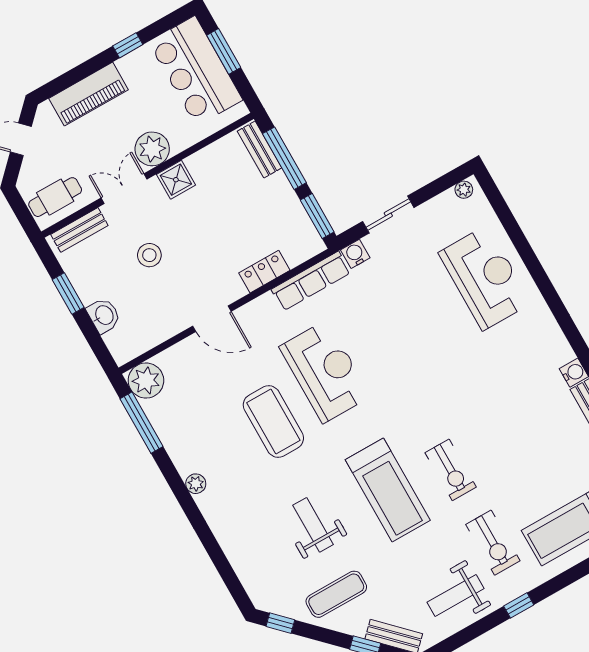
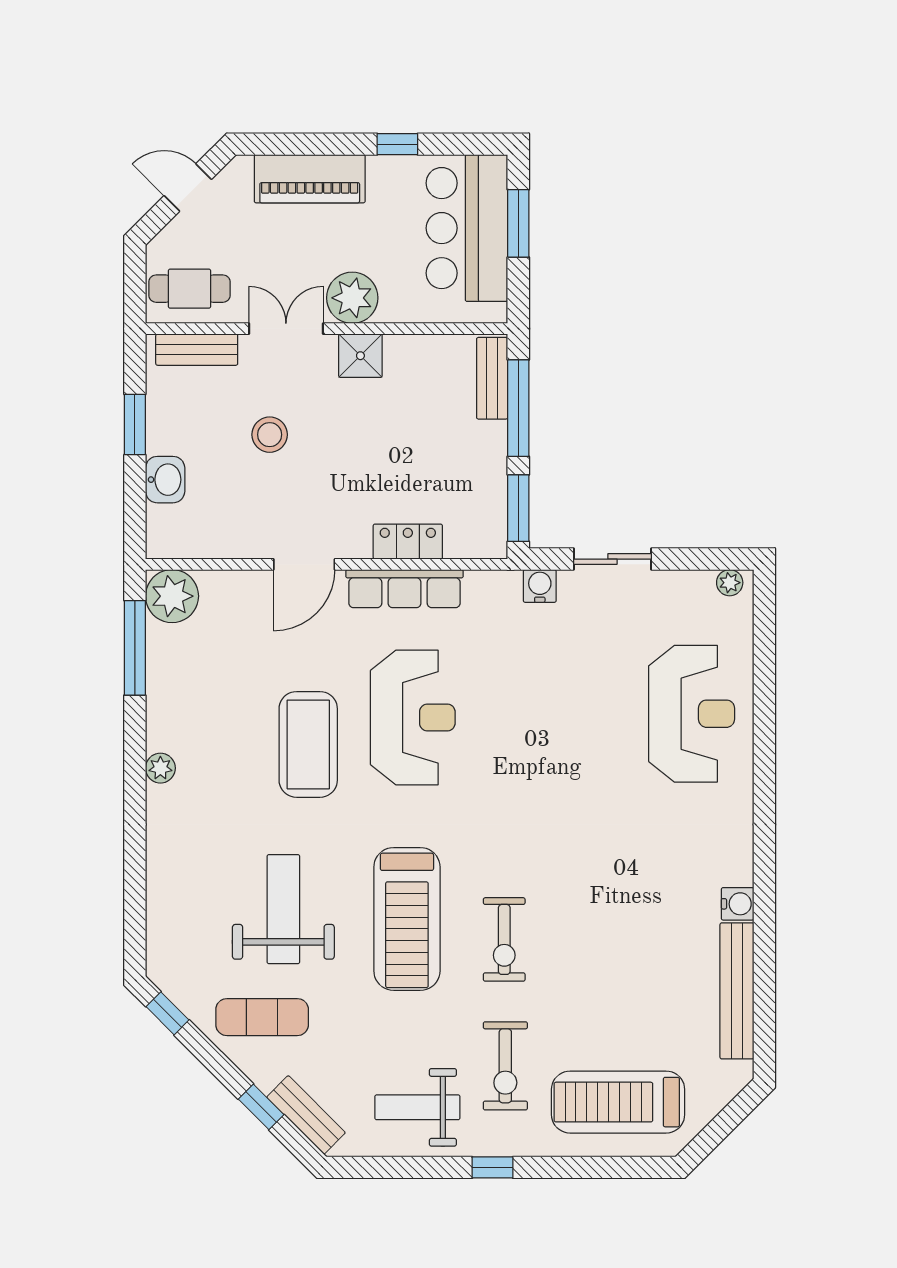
row of seats: (311, 281) -> (404, 589), moved
door: (212, 319) -> (304, 564), hinge flipped
weight bench: (313, 525) -> (283, 909), width x1.36, depth x1.33

